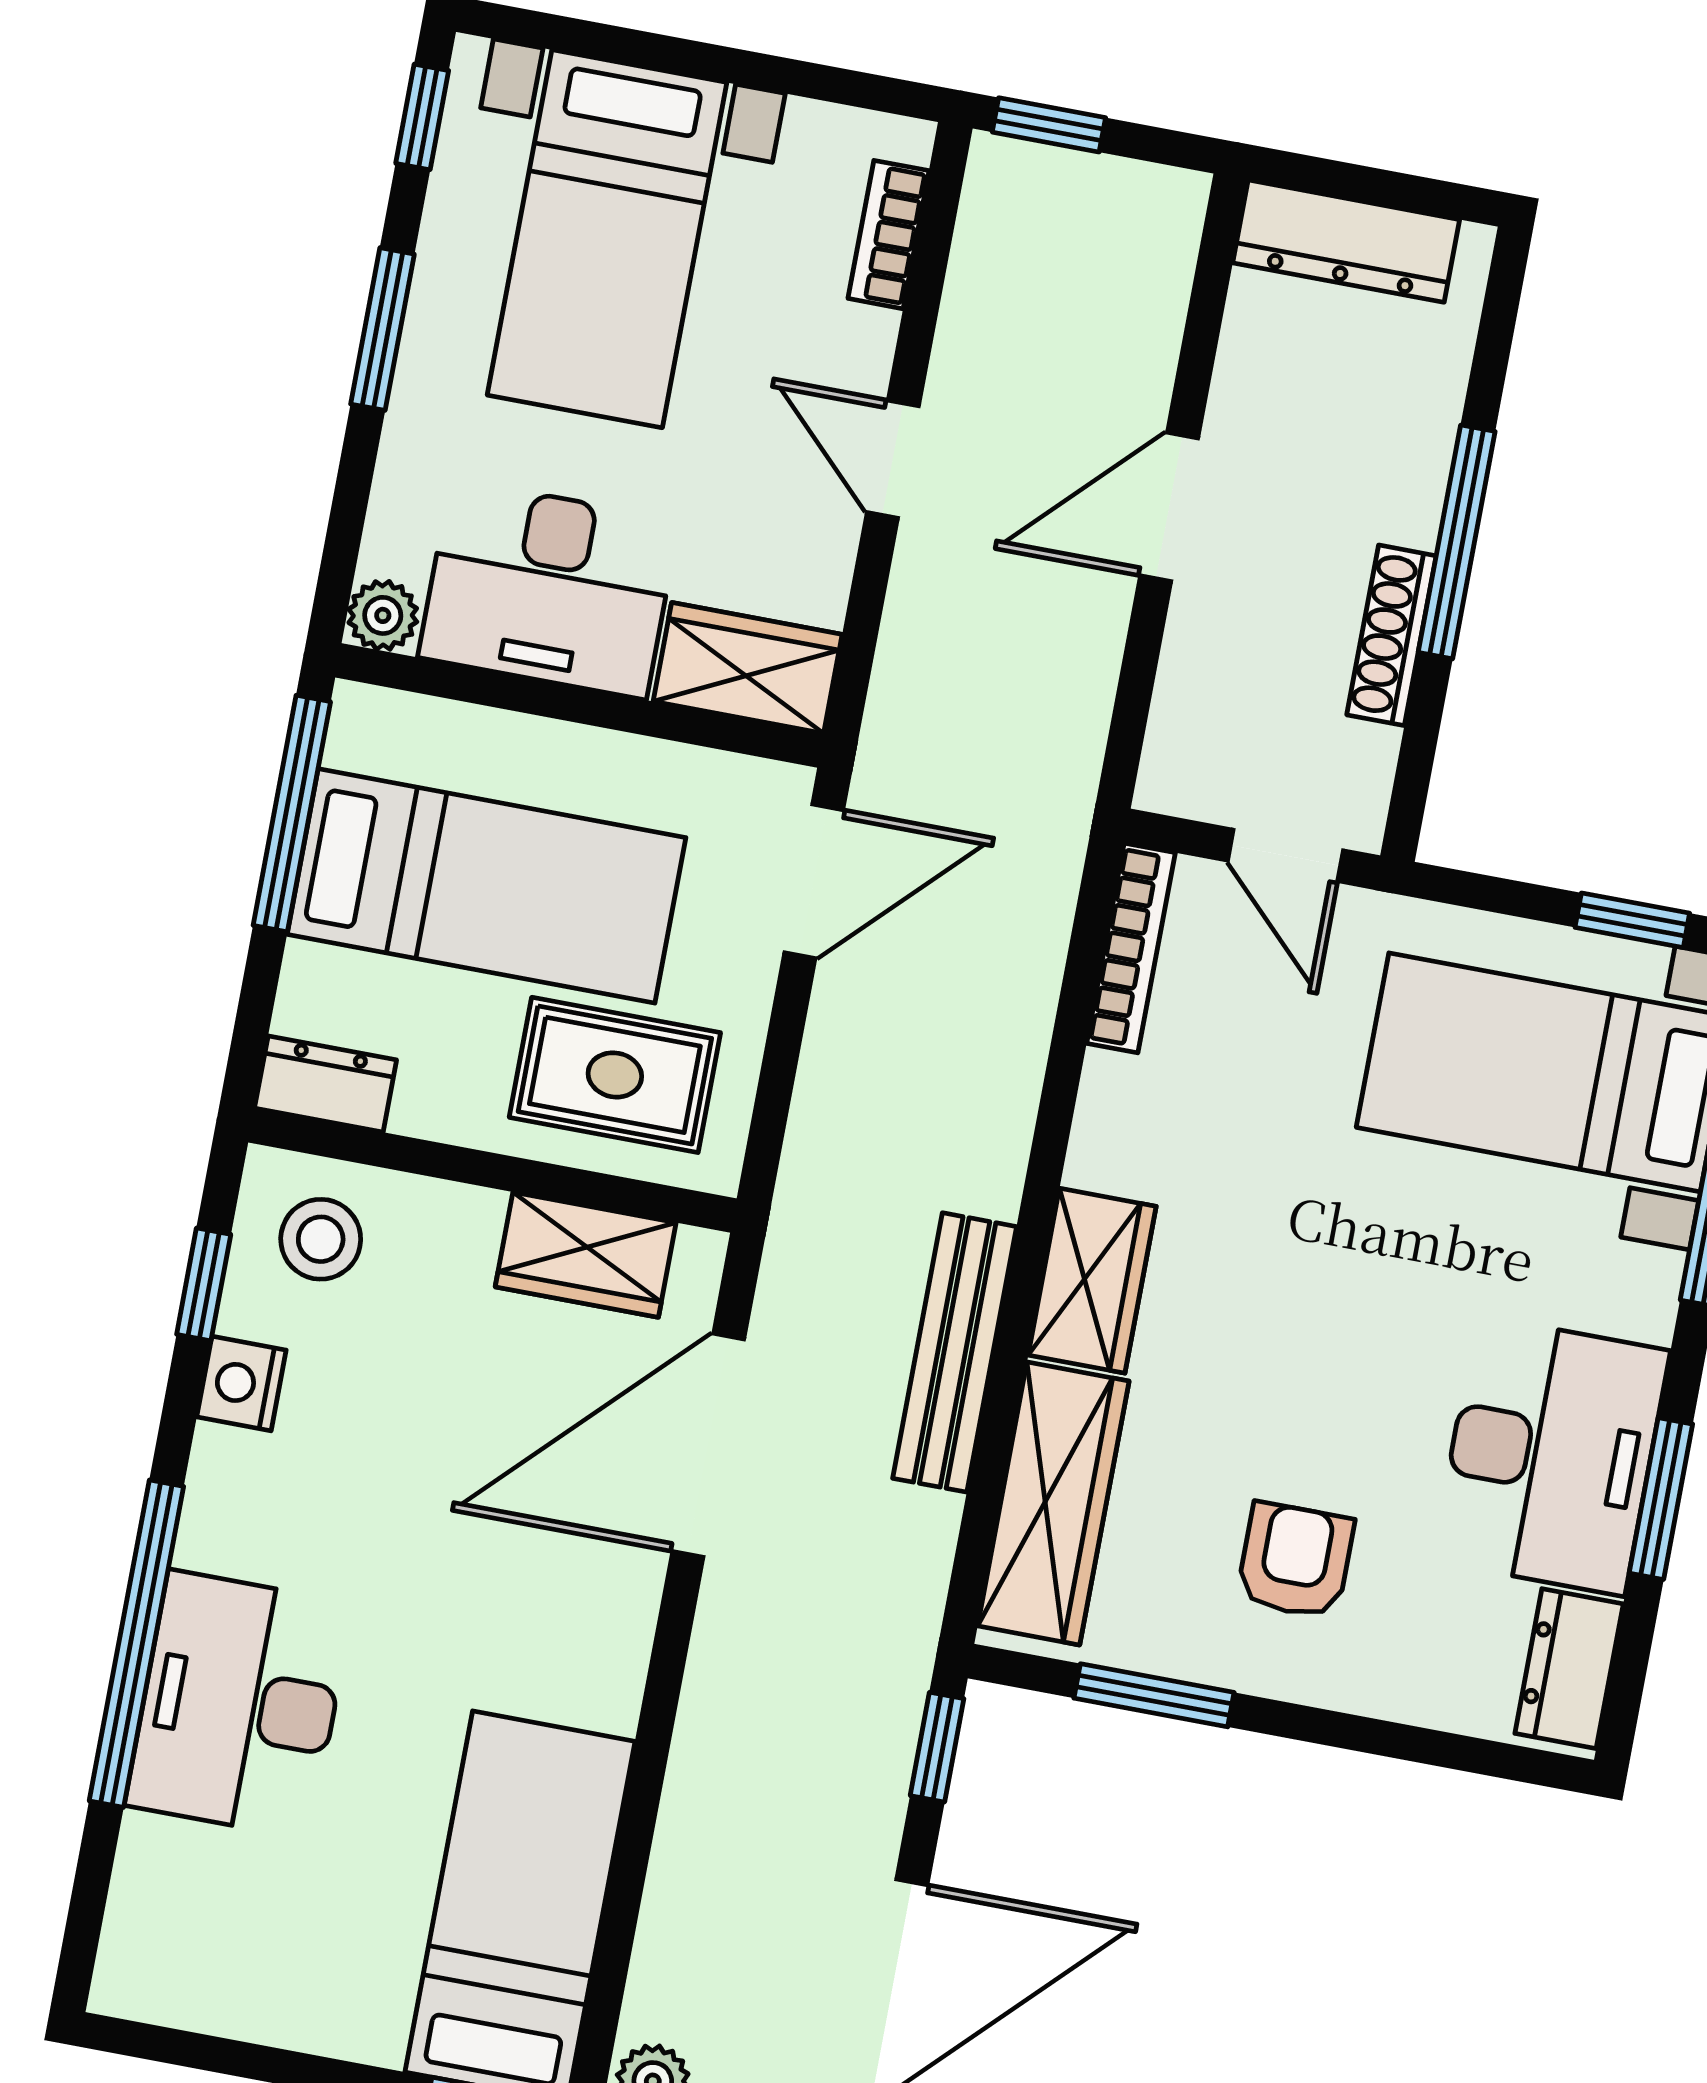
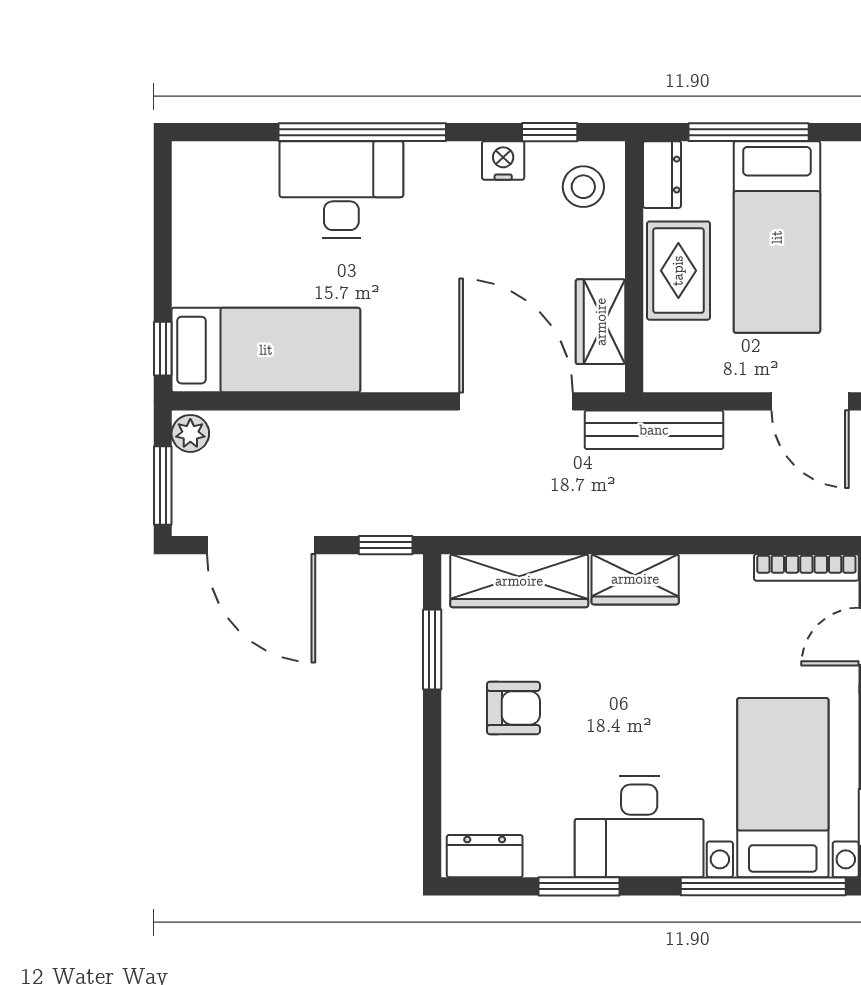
window: (292, 813) -> (749, 132), moved
rug: (615, 1075) -> (678, 271), moved
bench: (955, 1352) -> (654, 430), moved
desk: (1551, 1456) -> (639, 827), moved

